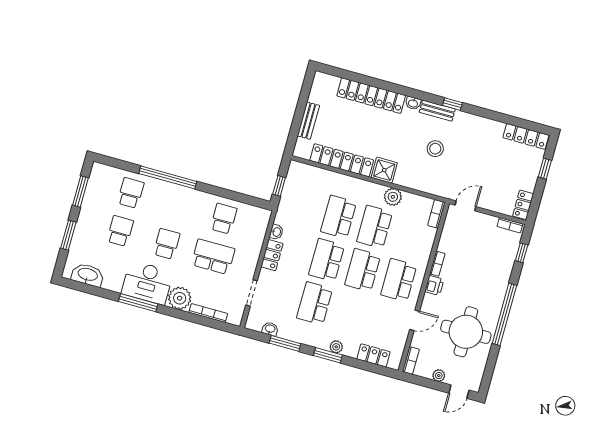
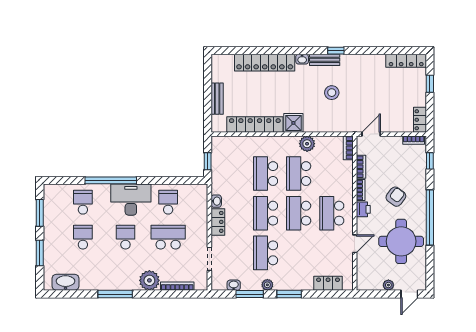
armchair: (474, 281) -> (396, 197), added
desk: (147, 283) -> (131, 200), moved, turned 180
plant: (336, 347) -> (267, 285), moved
bookcase: (411, 360) -> (361, 167), moved

